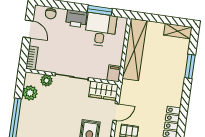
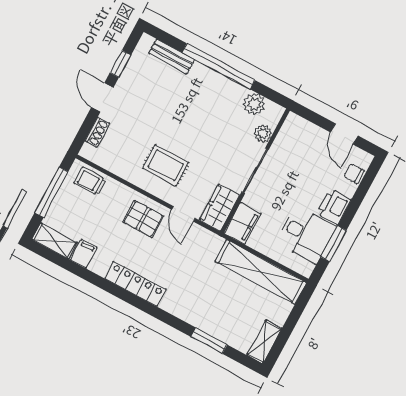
door: (28, 29) -> (344, 134), hinge flipped
bookcase: (32, 58) -> (302, 125), removed
filing cabinet: (114, 73) -> (242, 223), width x2.00

